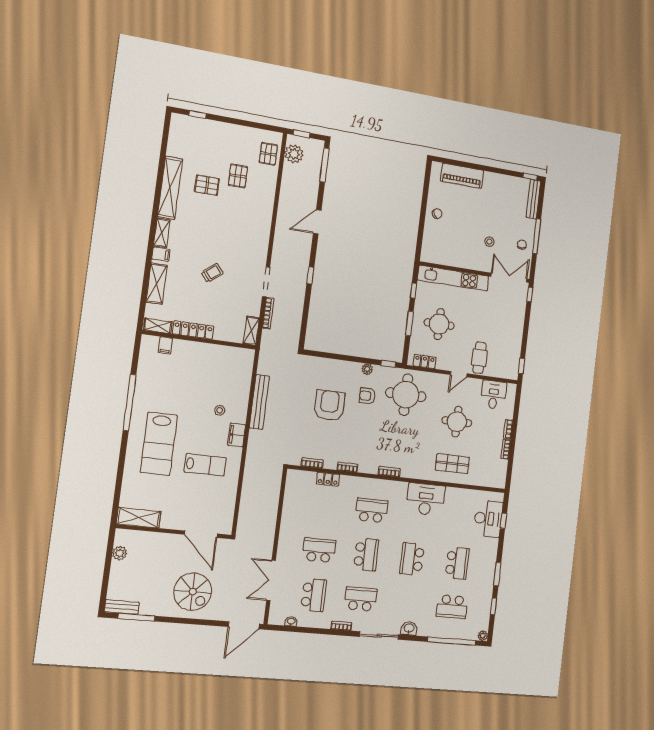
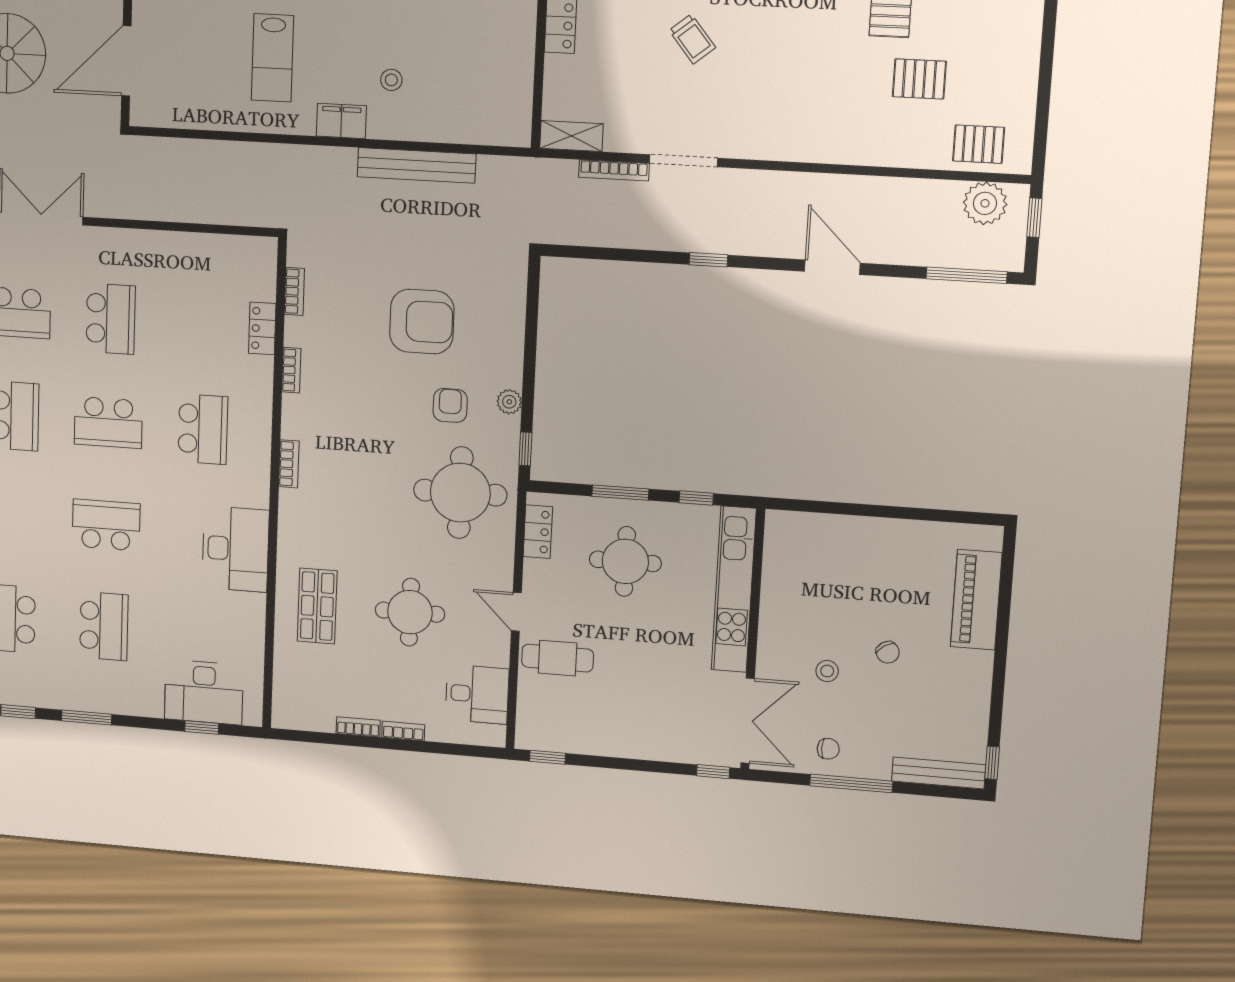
chair: (437, 214) -> (888, 652), moved
school desk: (457, 563) -> (104, 626), turned -90

